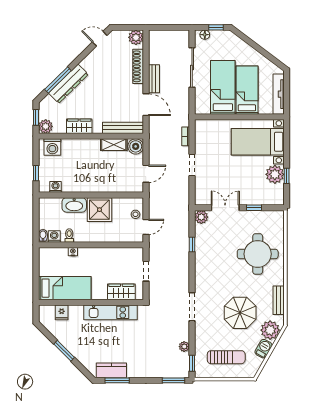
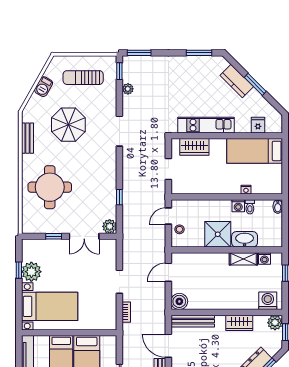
shelving: (114, 145) -> (243, 259), moved
washing machine: (54, 236) -> (238, 206), moved
plant: (270, 330) -> (37, 106), removed
kitchen counter: (111, 370) -> (237, 81), moved, turned 45

